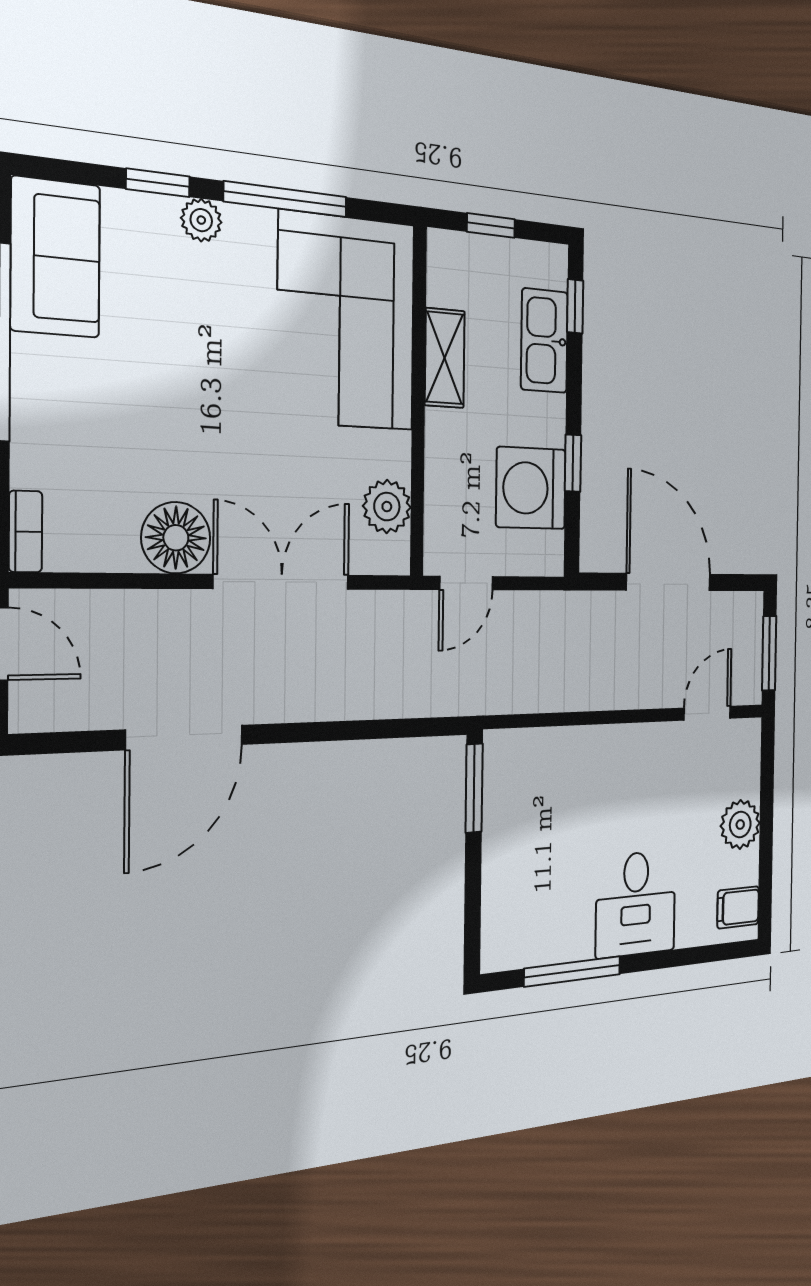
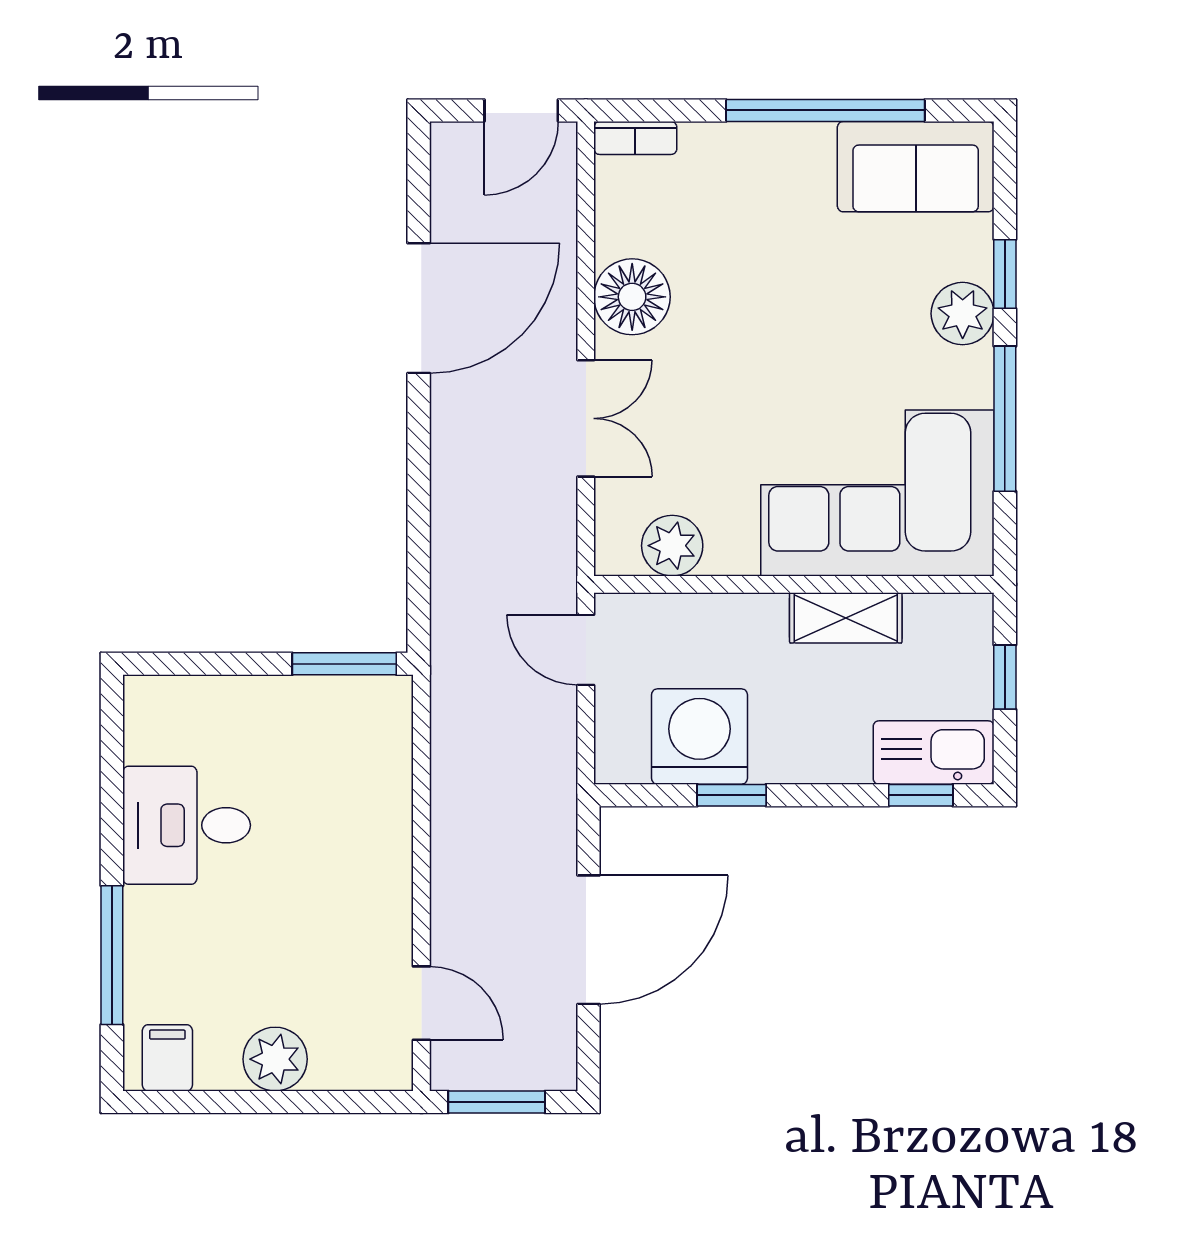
plant: (201, 220) -> (963, 314), width x1.38, depth x1.38
kitchen sink: (544, 341) -> (934, 752), moved
double door: (282, 582) -> (586, 418), width x0.73
door: (185, 737) -> (419, 308), swing flipped
desk: (636, 904) -> (187, 825), moved
window: (573, 971) -> (112, 955), moved

